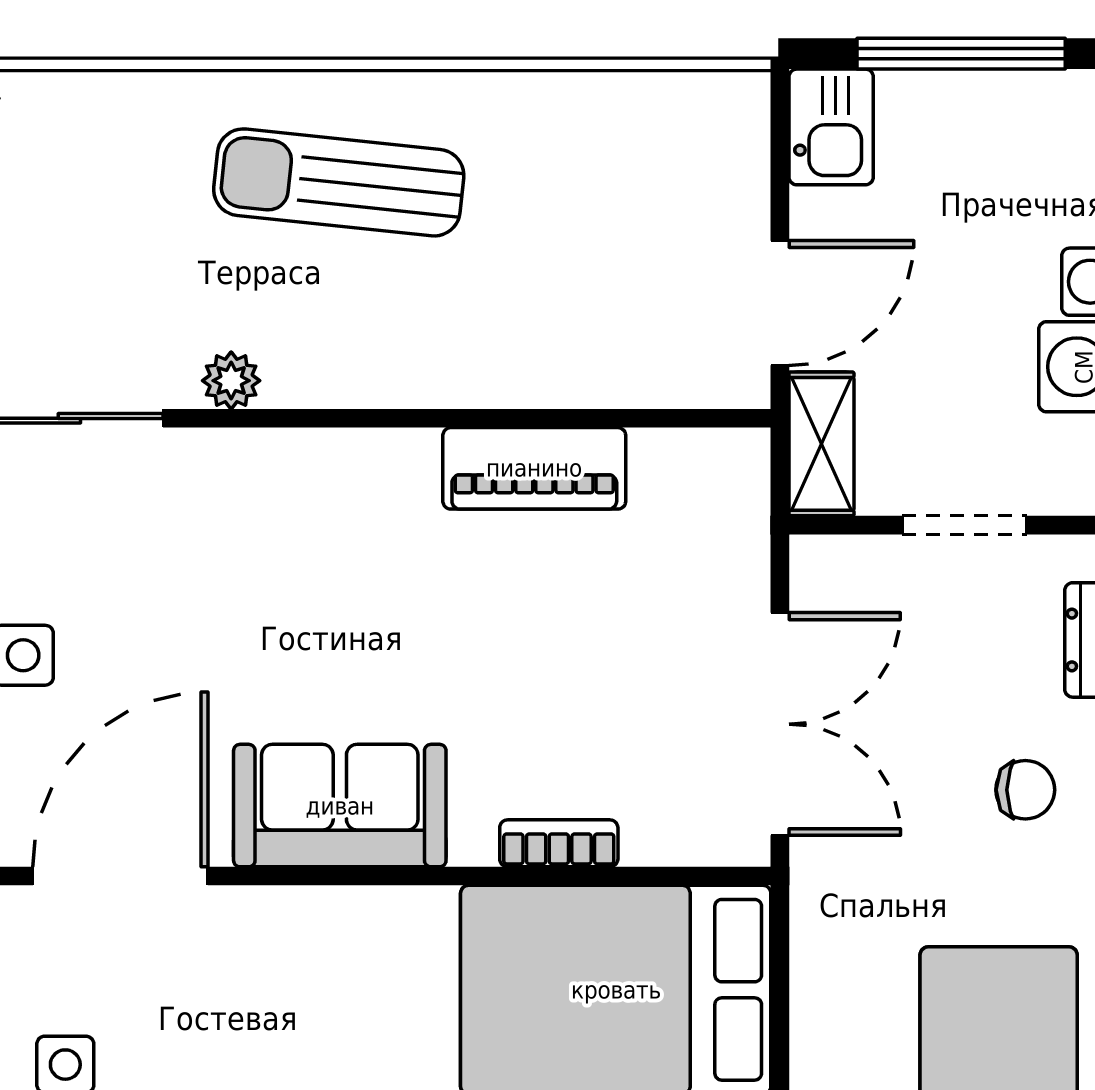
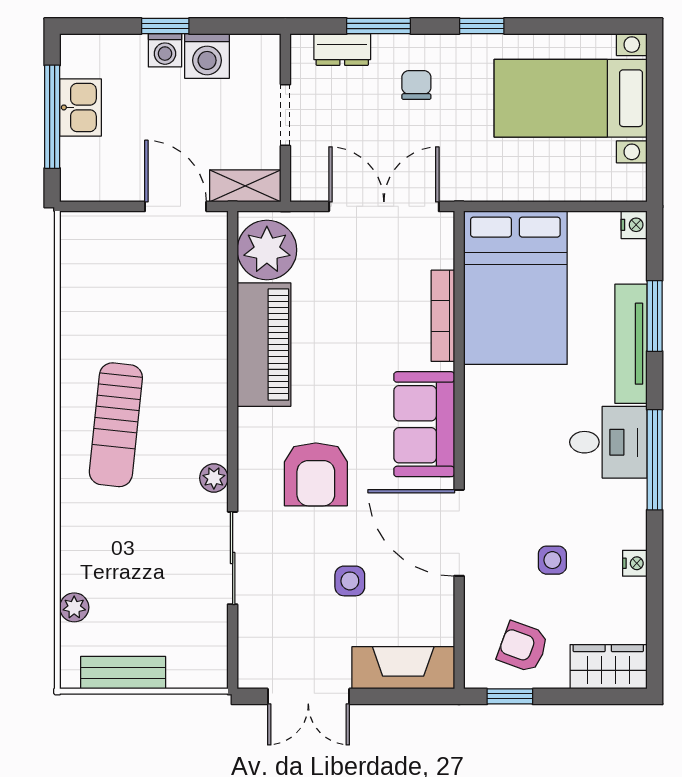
kitchen sink: (831, 127) -> (80, 107), moved, turned 90
piano: (534, 468) -> (264, 345), width x1.37, depth x1.33
plant: (692, 488) -> (267, 250), added
armchair: (238, 587) -> (316, 474), added
bookcase: (559, 843) -> (443, 316), width x1.56

